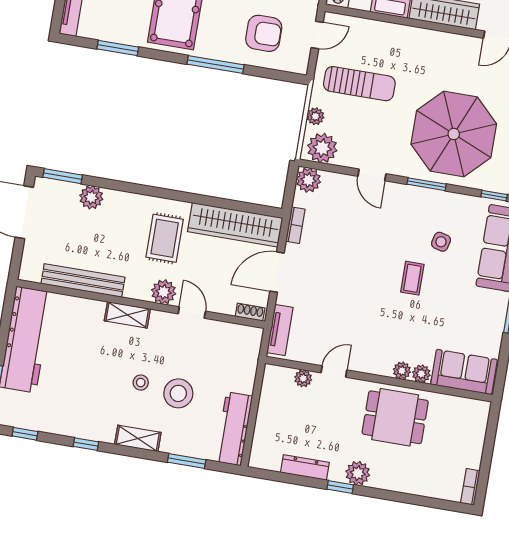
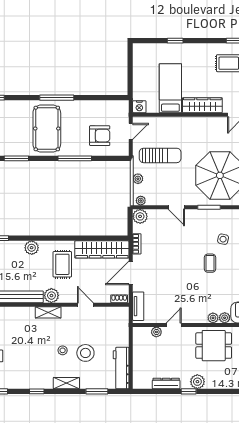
plant: (322, 148) -> (141, 201), width x0.53, depth x0.53
plant: (91, 197) -> (32, 248), moved
plant: (164, 292) -> (51, 296), moved

